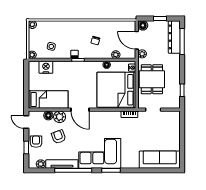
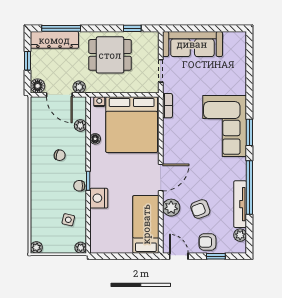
door: (137, 40) -> (59, 95), hinge flipped
nightstand: (46, 67) -> (99, 198), moved
dining table: (152, 79) -> (110, 55), moved
floor lamp: (48, 115) -> (169, 224), removed
door: (26, 122) -> (179, 256), swing flipped
corner sofa: (100, 153) -> (225, 126), moved
sofa: (160, 160) -> (192, 44), moved, turned -90

